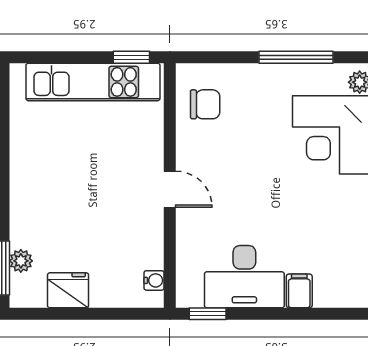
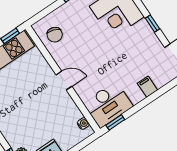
chair: (205, 104) -> (55, 35), turned 109
desk: (244, 277) -> (108, 105), moved

